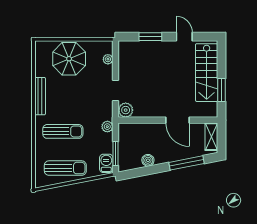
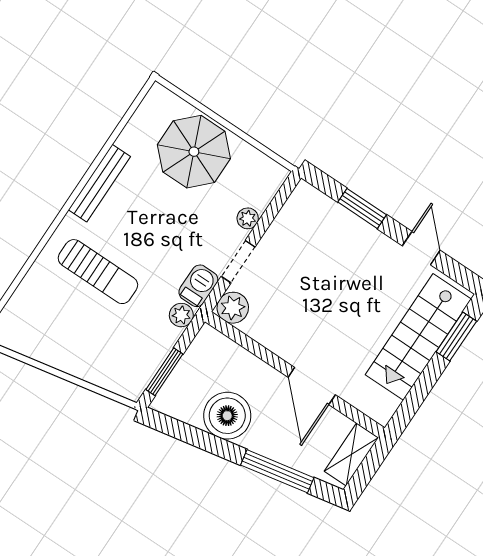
plant: (108, 59) -> (248, 218), moved
window: (222, 90) -> (456, 337), moved
boiler: (148, 160) -> (227, 416), width x1.86, depth x1.86
barbecue: (106, 163) -> (198, 286), moved
sun lounger: (65, 168) -> (59, 338), removed

